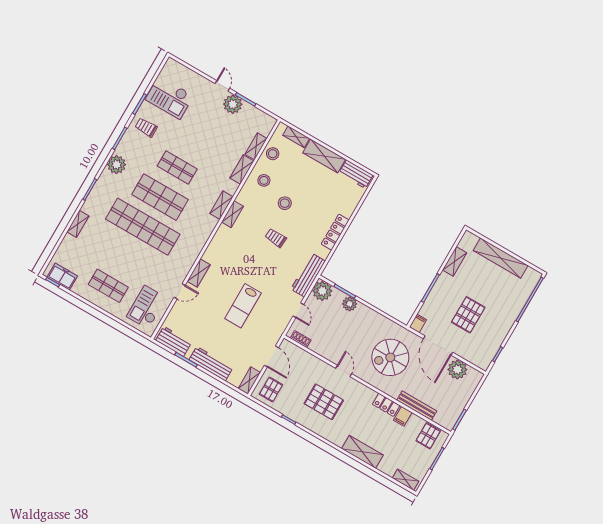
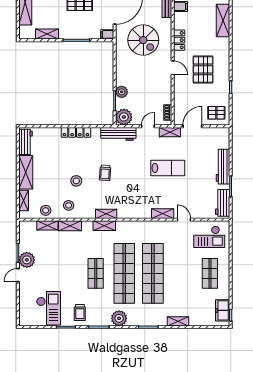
shop shelf: (160, 197) -> (124, 273), width x1.40
door: (344, 371) -> (173, 68), swing flipped
shelving: (249, 380) -> (170, 132), moved
locker: (386, 405) -> (179, 40), moved

